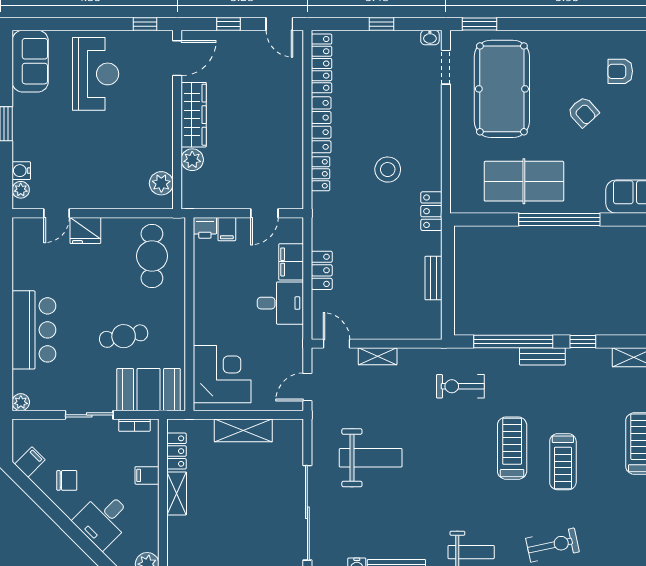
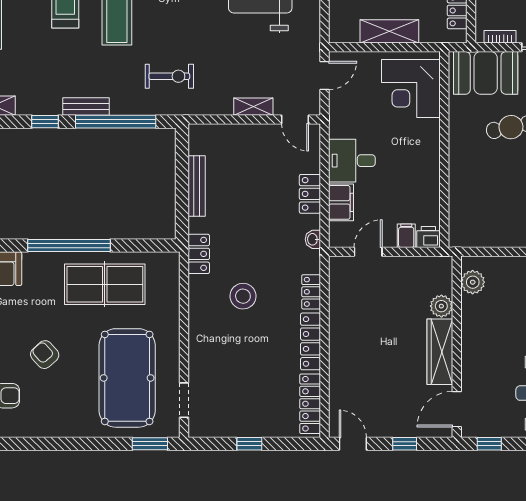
washbasin: (430, 37) -> (313, 239), moved, turned -90
cafe table: (152, 256) -> (482, 208), removed
bench: (433, 278) -> (197, 186), width x1.36

